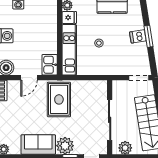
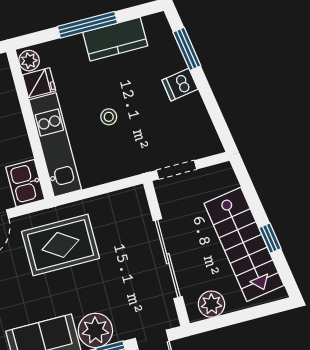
window: (148, 36) -> (187, 49), moved
doorway: (139, 78) -> (177, 170), moved
rug: (59, 99) -> (60, 245), turned 90

